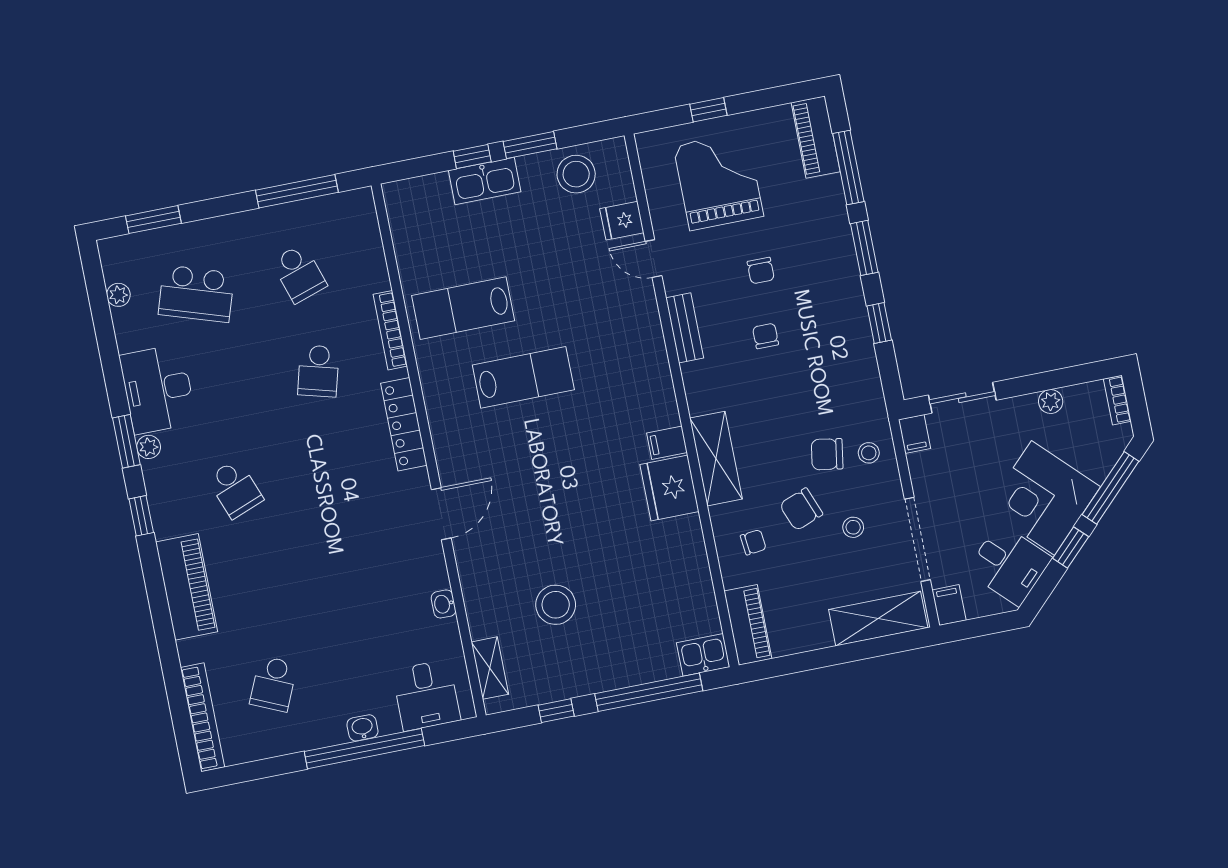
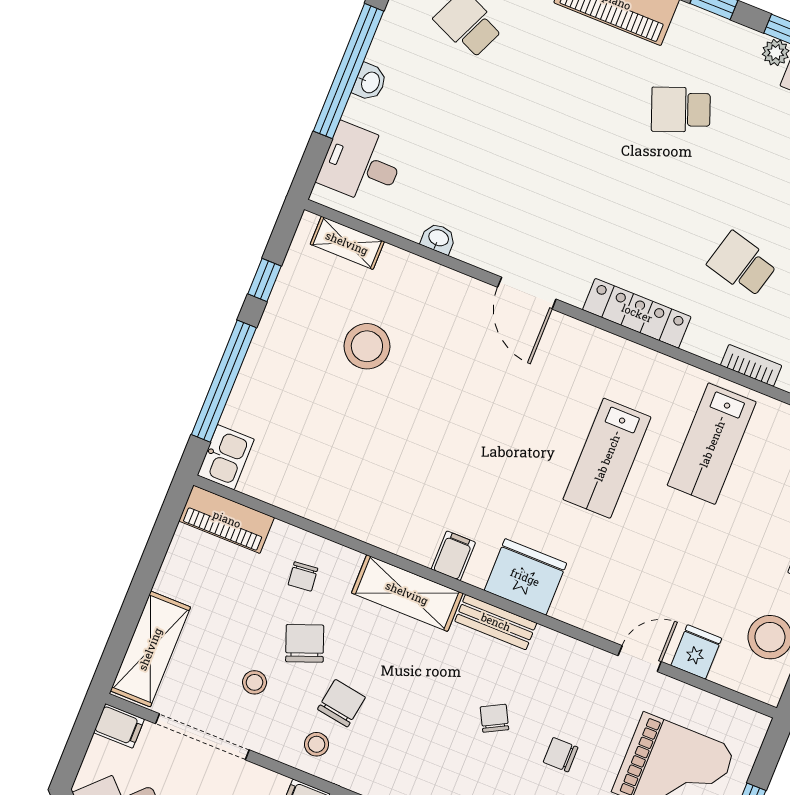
lab bench: (463, 308) -> (712, 444), turned 180
bench: (685, 328) -> (496, 622), moved
bookcase: (390, 330) -> (751, 365), width x0.64
chair: (766, 336) -> (494, 718), turned -118
fridge: (669, 488) -> (525, 577), moved

